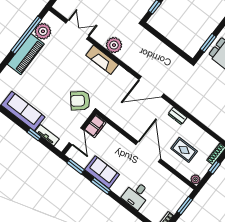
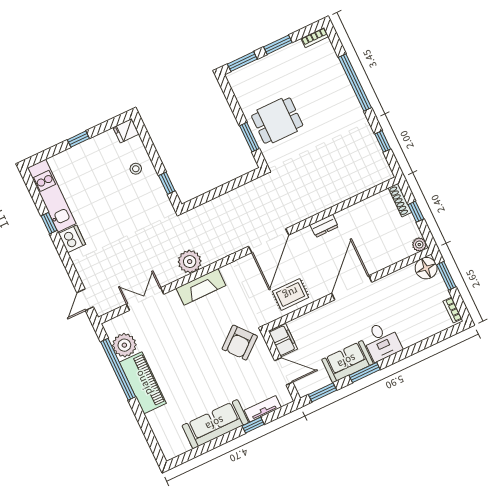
rug: (184, 150) -> (291, 294), moved
door: (148, 152) -> (352, 288), hinge flipped
floor lamp: (183, 191) -> (426, 268), added
desk: (136, 195) -> (382, 341), moved

